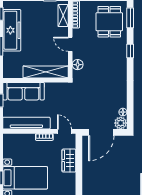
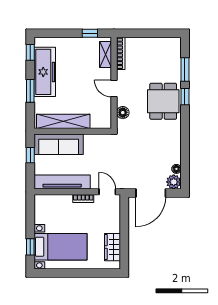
window: (130, 18) -> (185, 69), moved
dining table: (109, 22) -> (163, 101), moved
shelving: (46, 72) -> (63, 121), moved
wardrobe: (69, 161) -> (112, 247), moved

